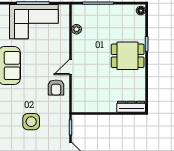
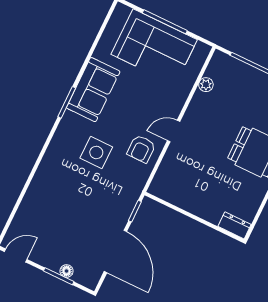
dresser: (131, 107) -> (234, 225), width x0.70
side table: (31, 122) -> (96, 152), moved

